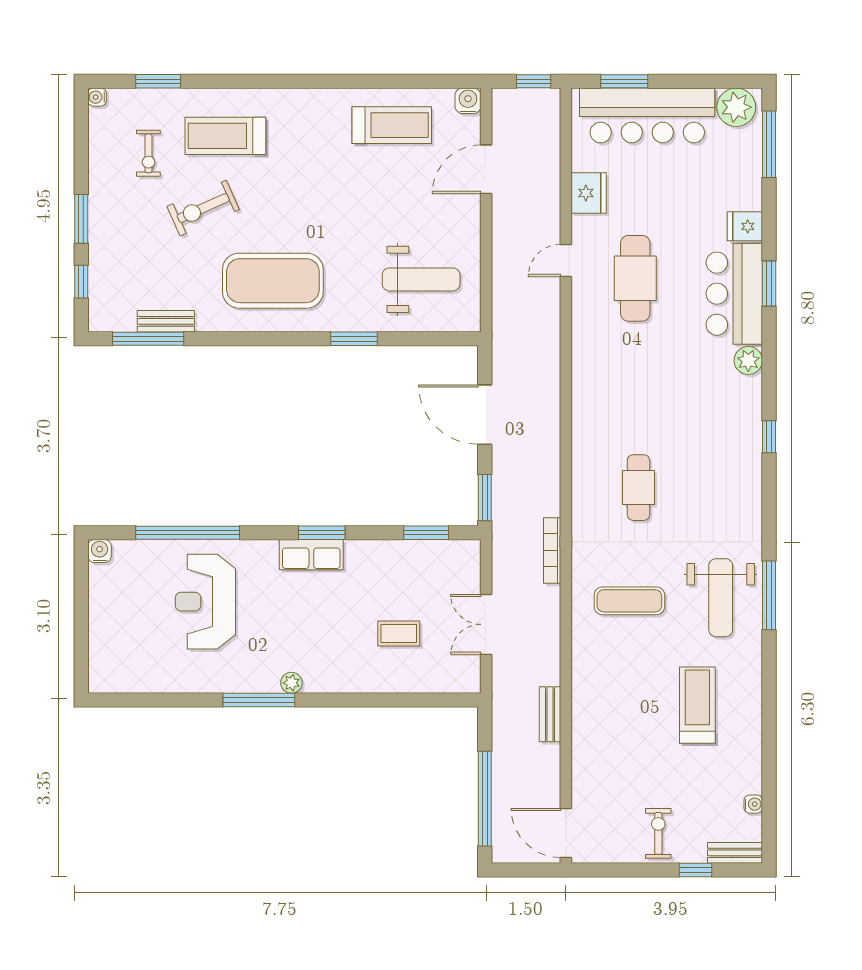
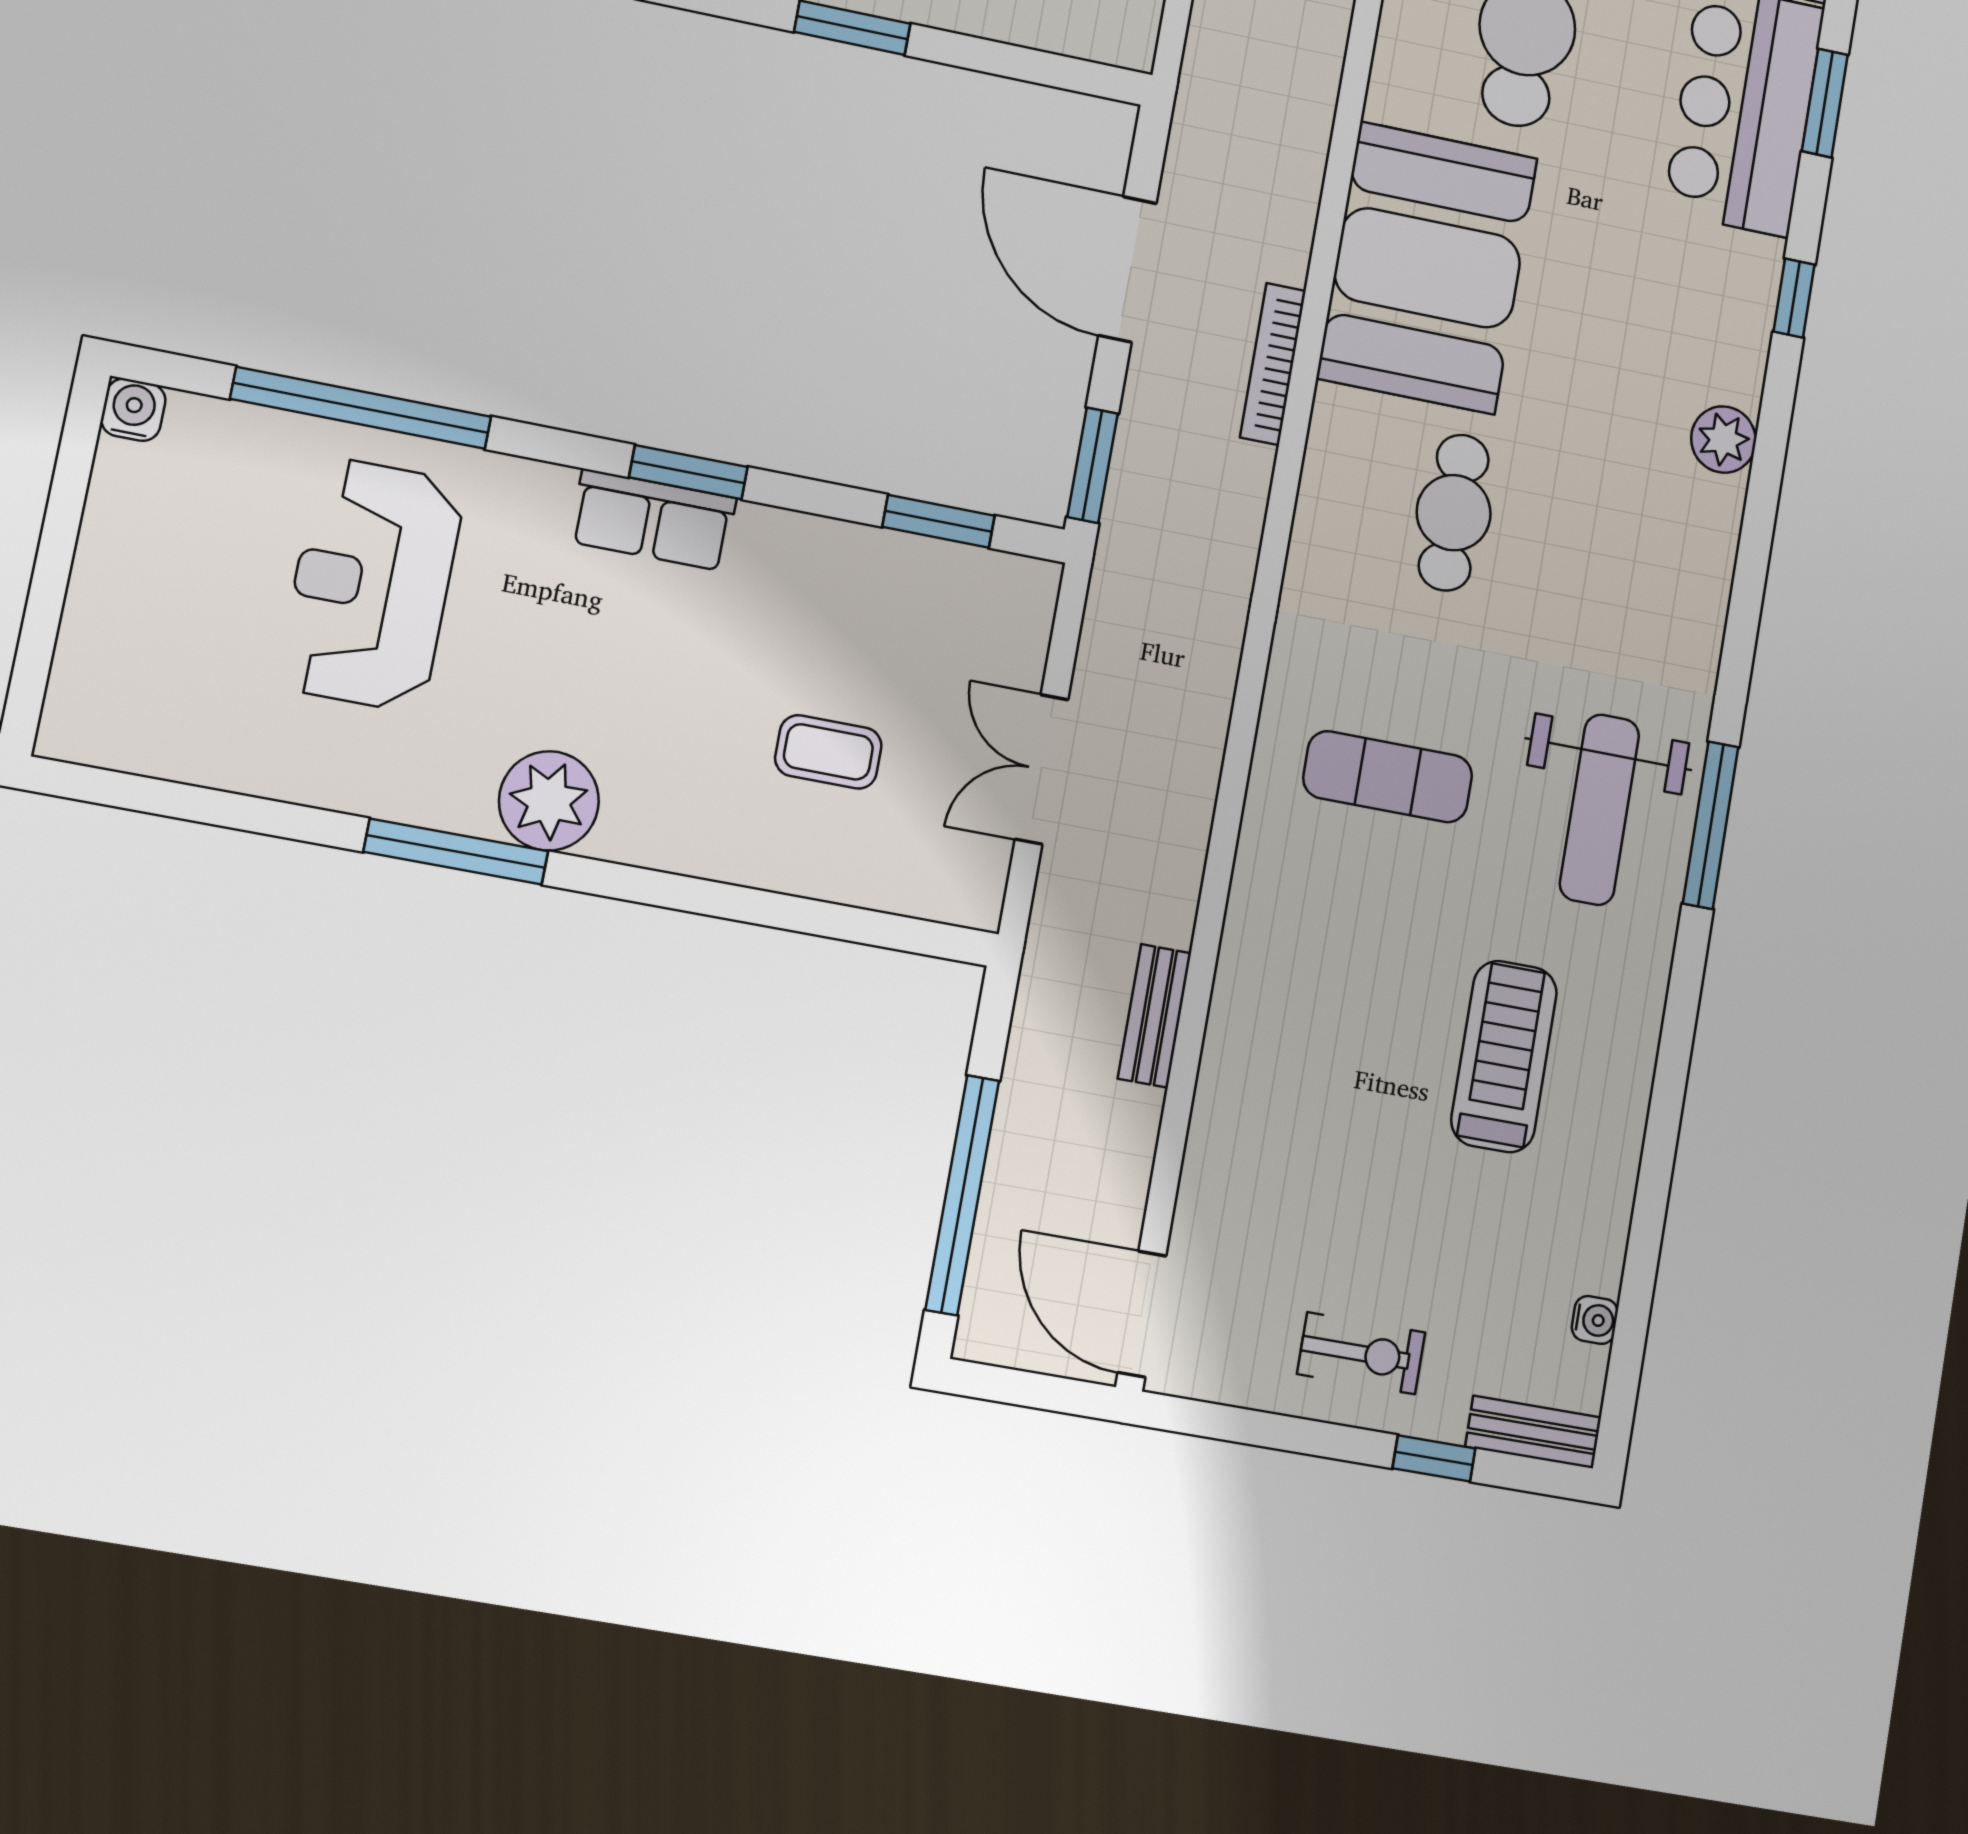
plant: (748, 361) -> (1723, 440), moved
booth: (610, 388) -> (1427, 268), added
window: (769, 437) -> (1794, 298), moved
bookcase: (552, 550) -> (1273, 364), moved
plant: (291, 683) -> (549, 801), width x1.88, depth x1.88
exercise bike: (658, 833) -> (1361, 1353), turned 90

